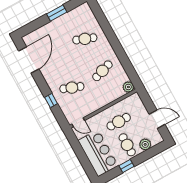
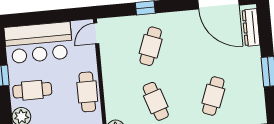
dresser: (36, 34) -> (251, 27), added
cafe table: (119, 122) -> (87, 92), moved

